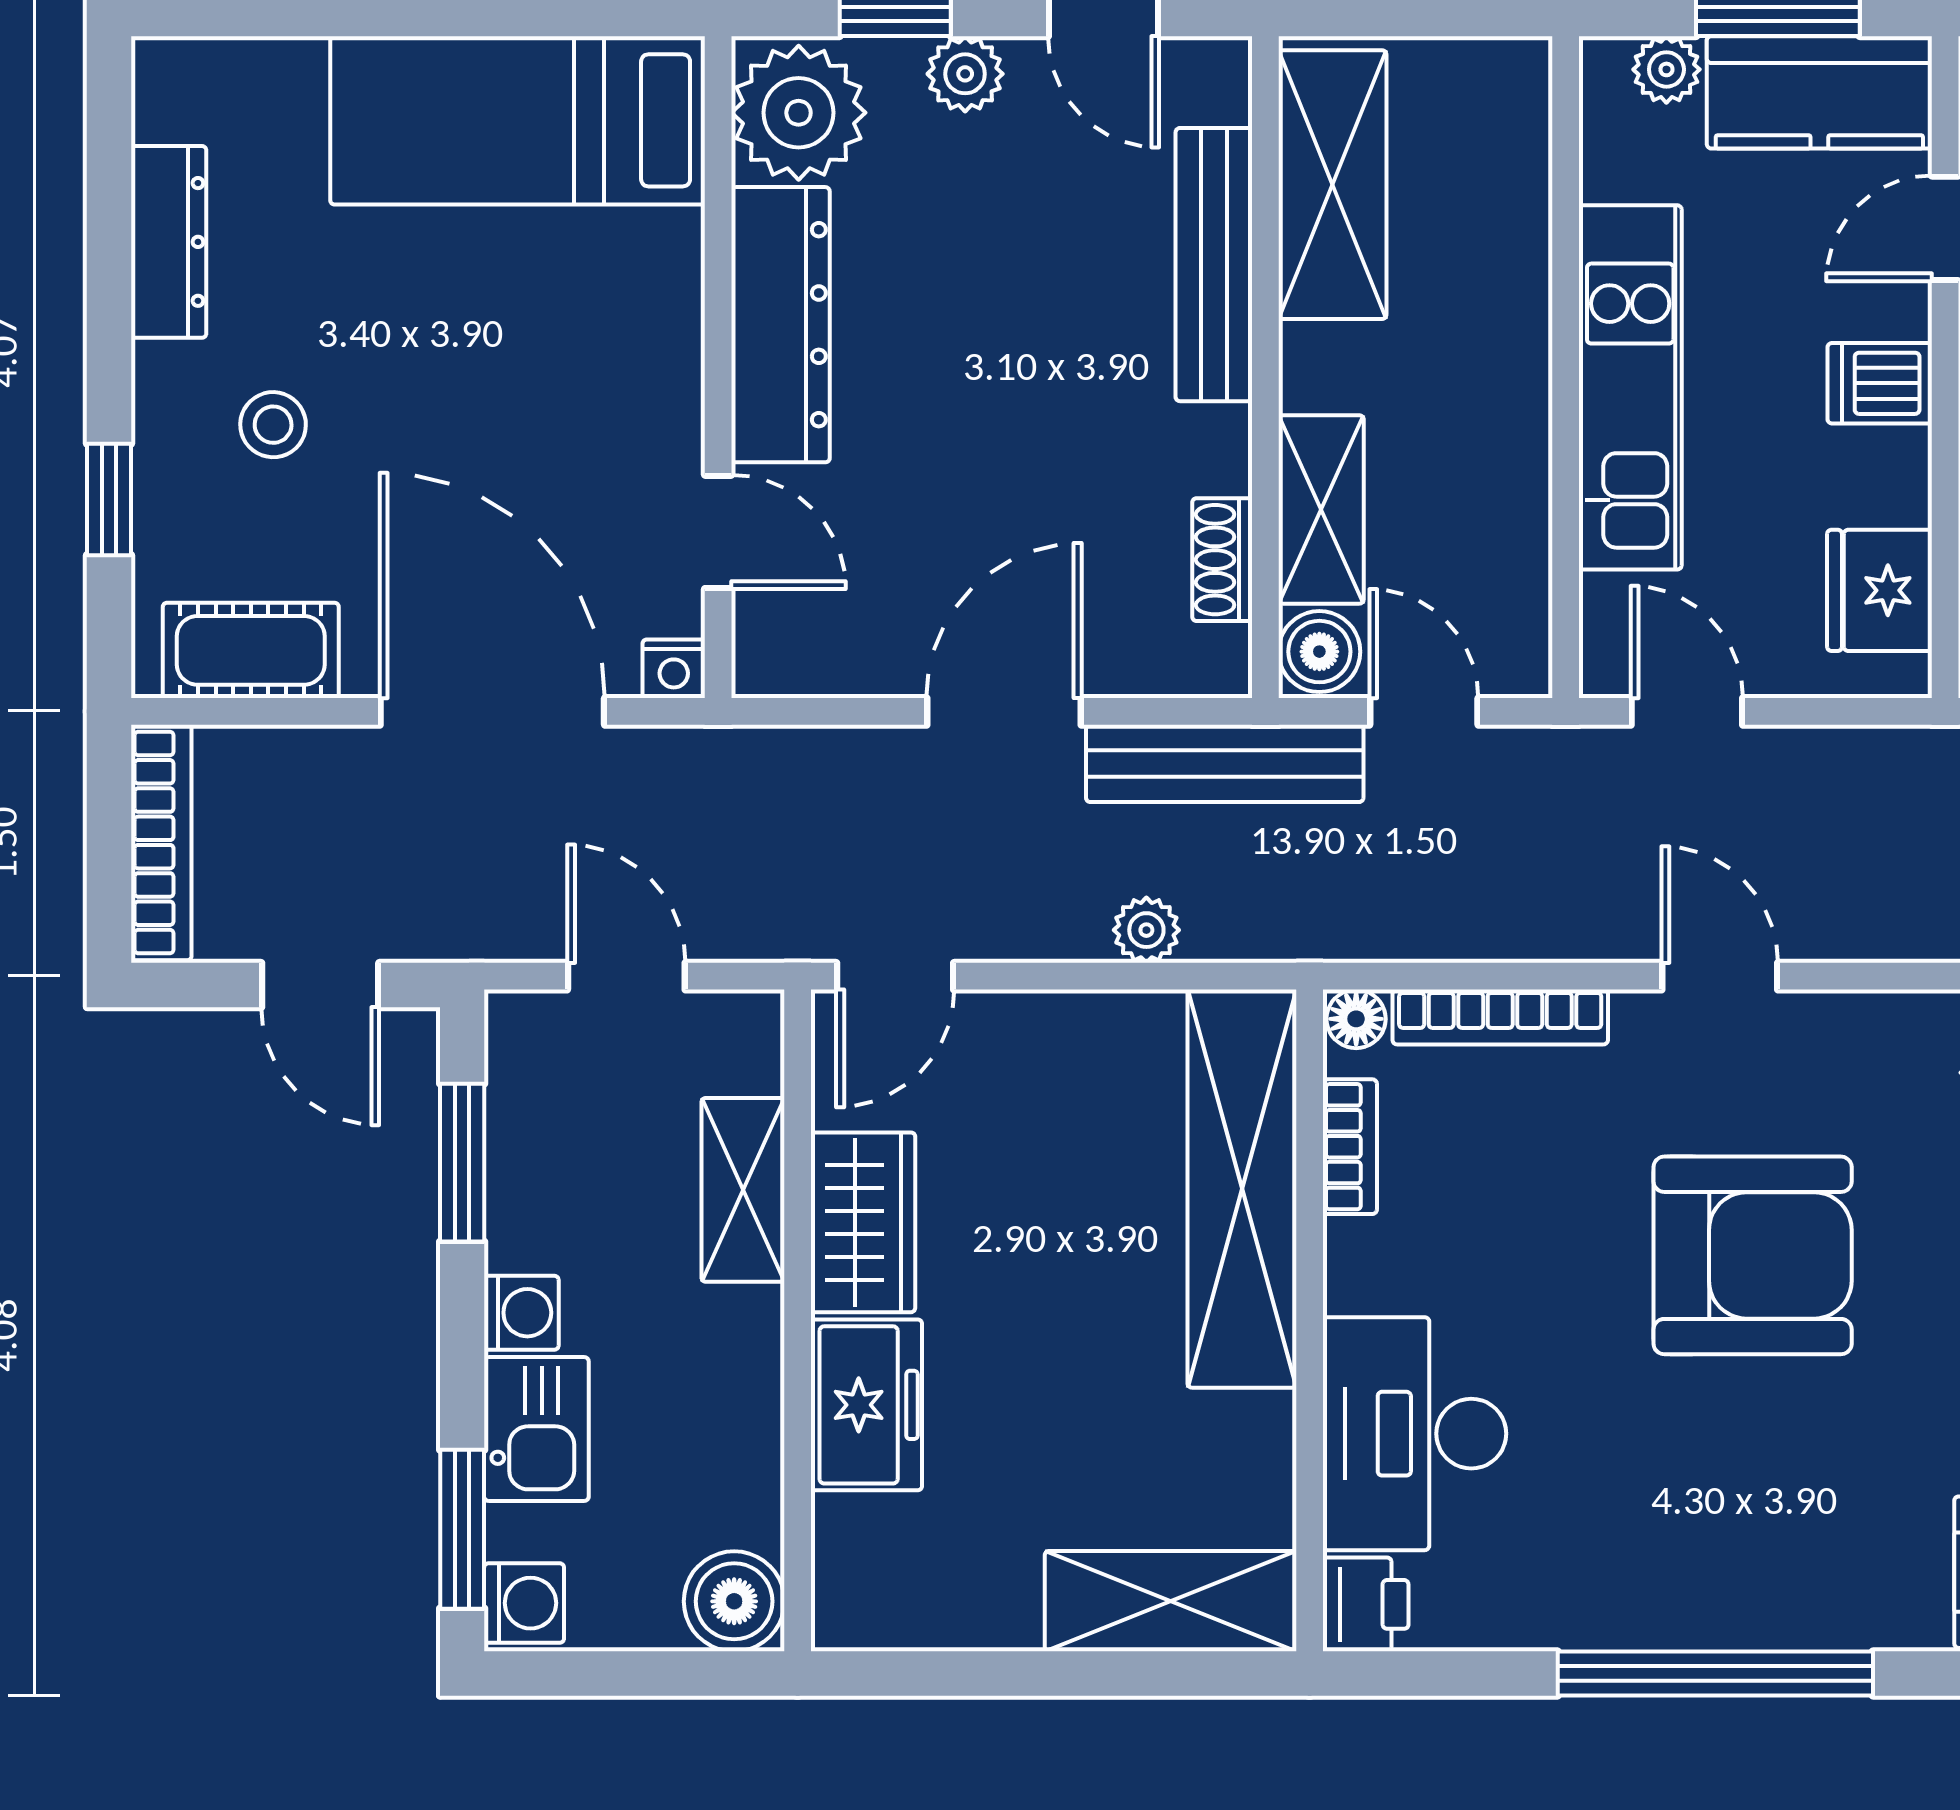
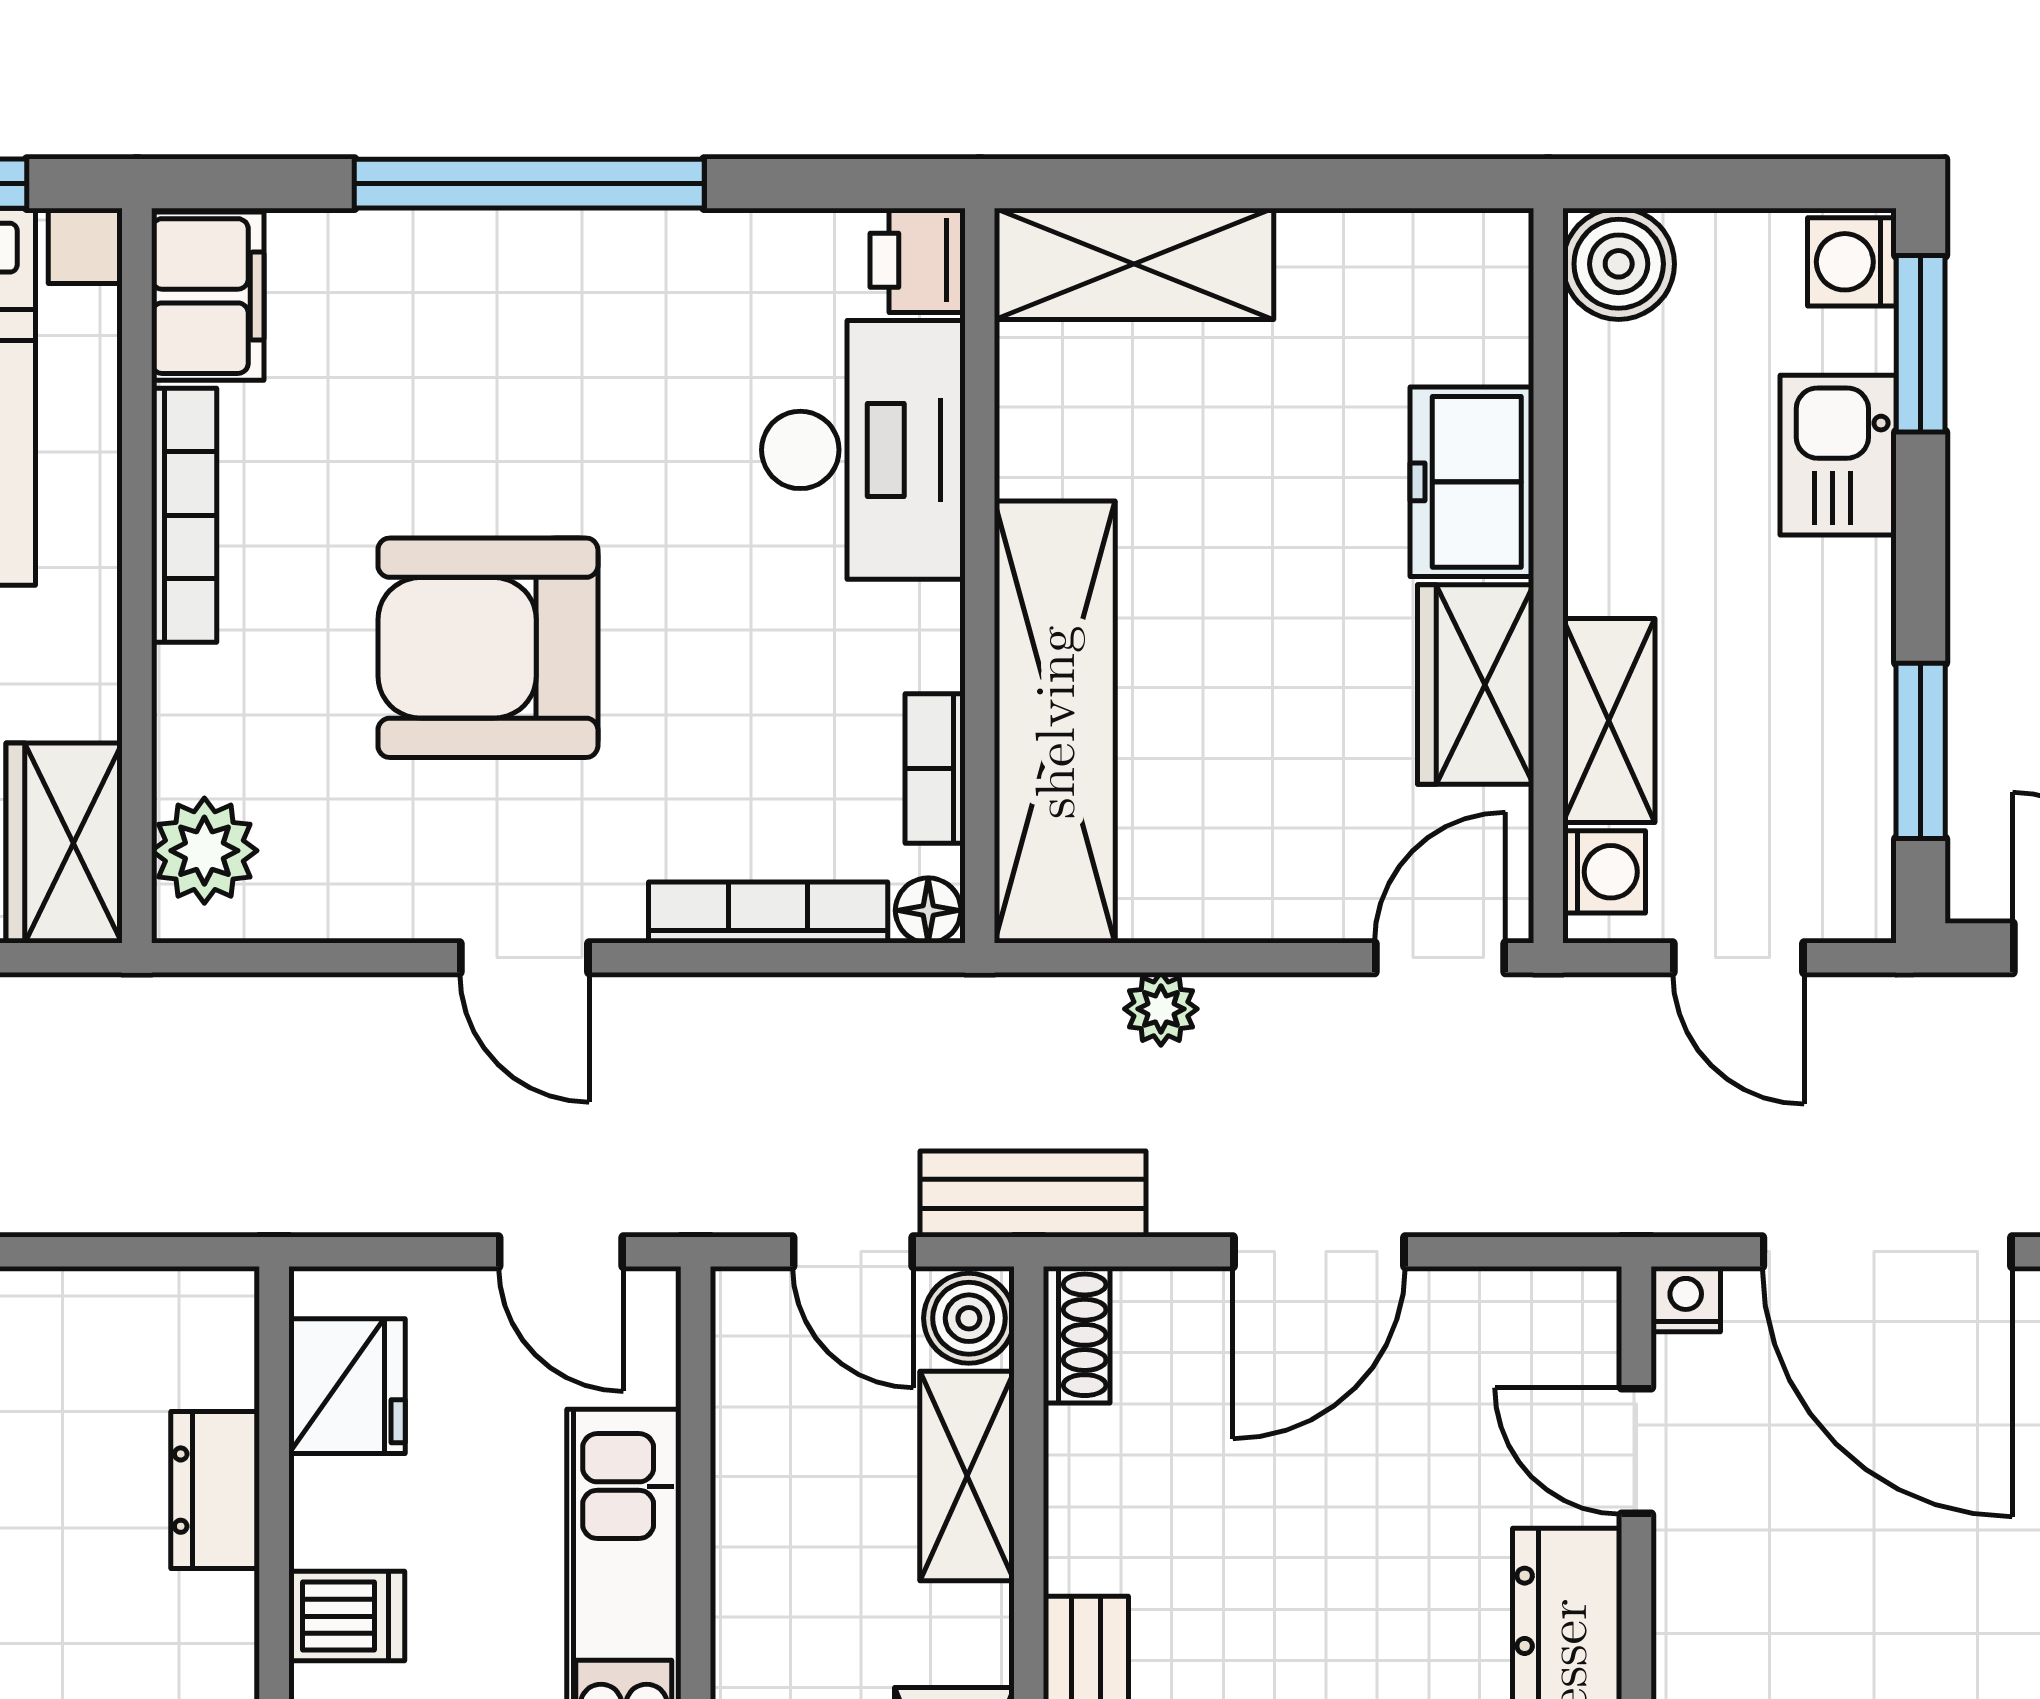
shoe rack: (1222, 560) -> (1077, 1335), moved
bench: (1225, 763) -> (1033, 1194), width x0.73
washing machine: (521, 1313) -> (1604, 872), moved, turned 180

